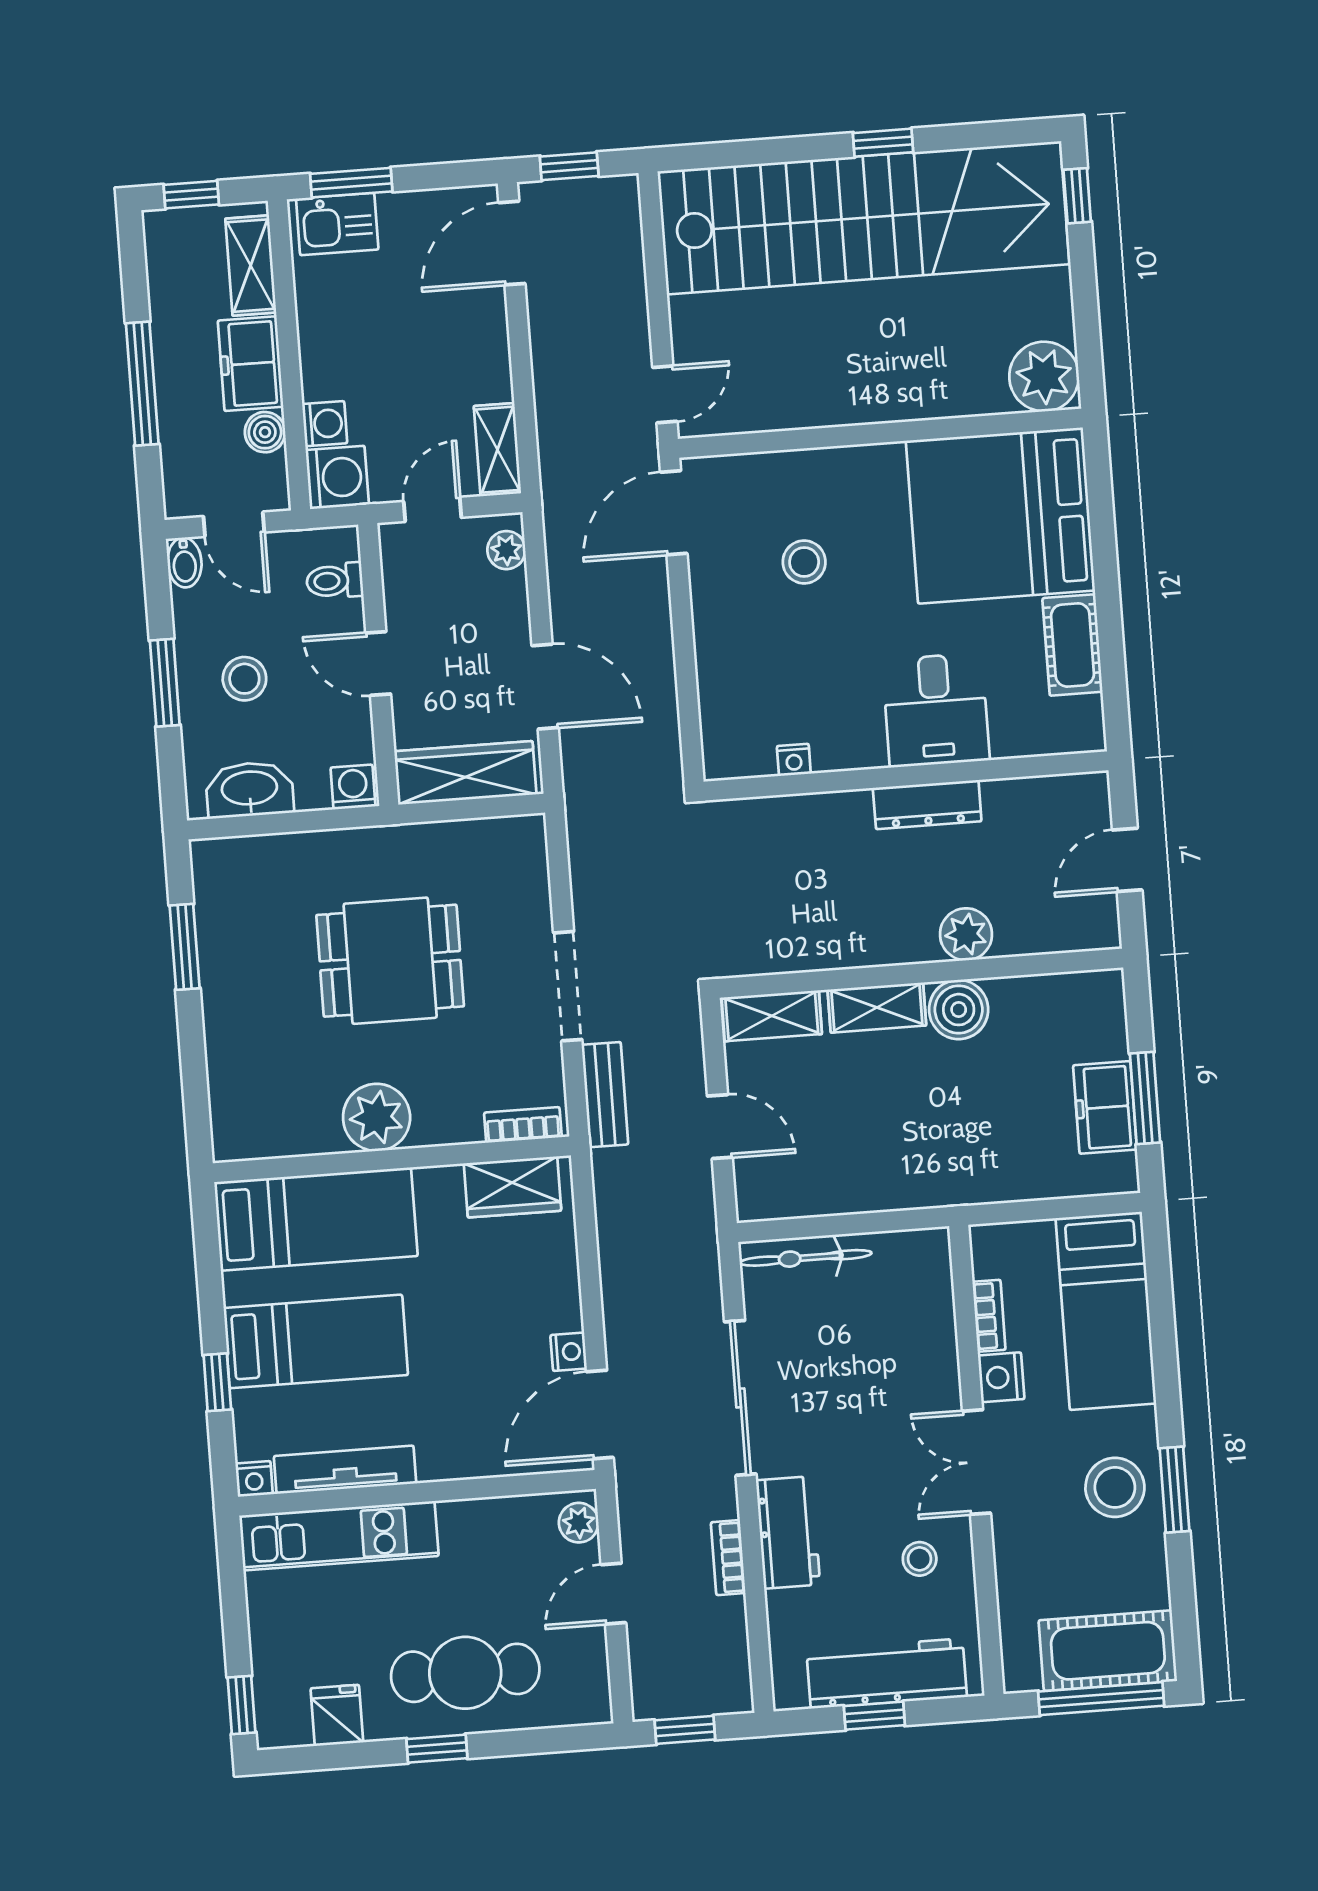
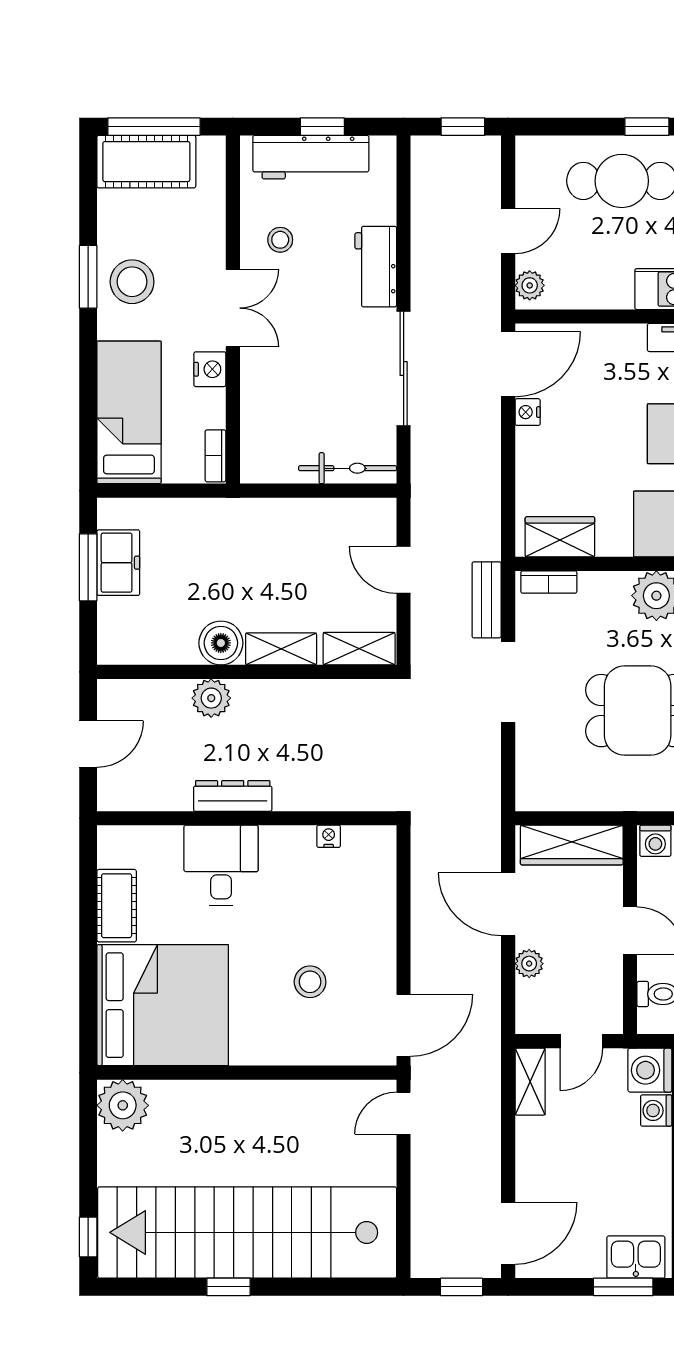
plant: (506, 550) -> (529, 964), moved
bookcase: (989, 1316) -> (215, 456), moved
bookcase: (728, 1558) -> (421, 251), removed

